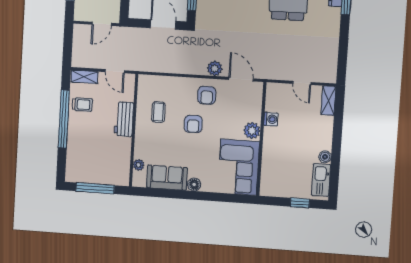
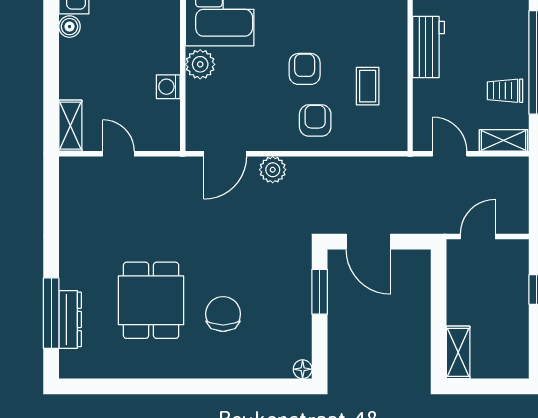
door: (241, 79) -> (225, 154), hinge flipped
armchair: (207, 95) -> (315, 120), moved
workbench: (124, 119) -> (428, 47), moved

